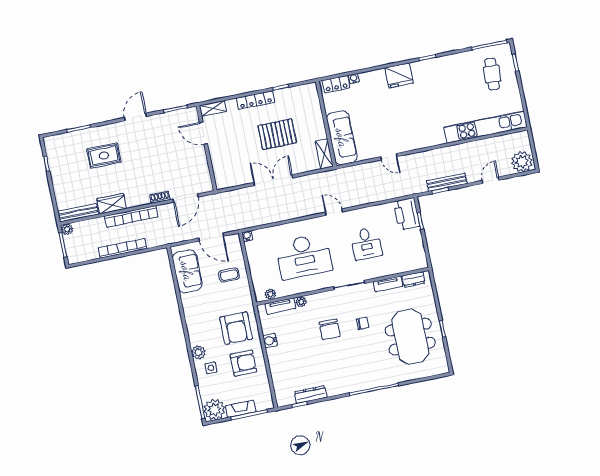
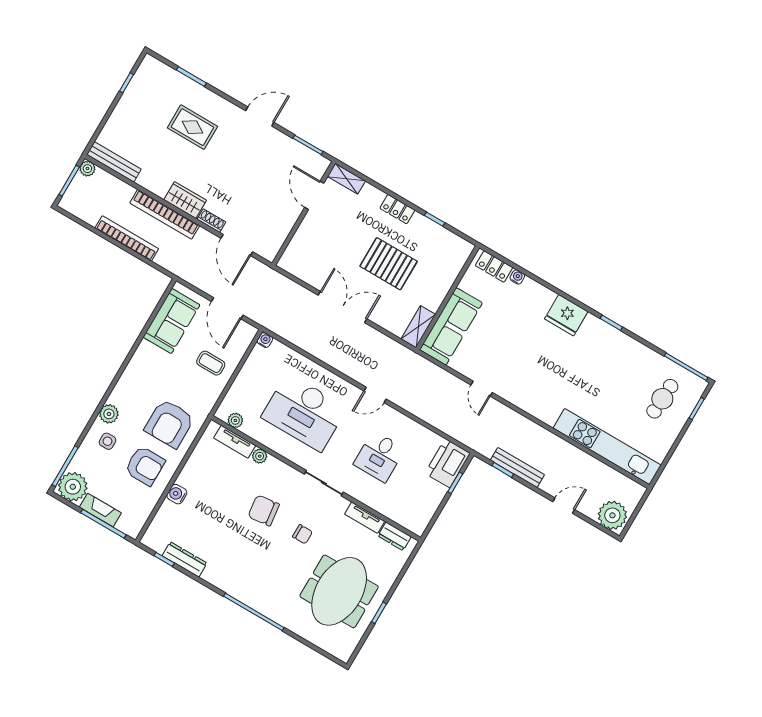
locker: (255, 100) -> (397, 209), width x0.66
door: (186, 198) -> (237, 245), hinge flipped
wardrobe: (112, 204) -> (185, 200), moved
door: (334, 212) -> (375, 395), swing flipped
chair: (330, 329) -> (264, 510), turned 83
water cooler: (270, 341) -> (177, 494), moved

